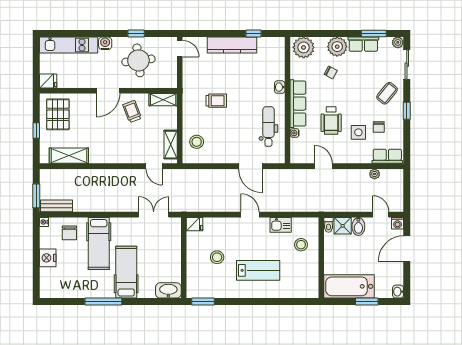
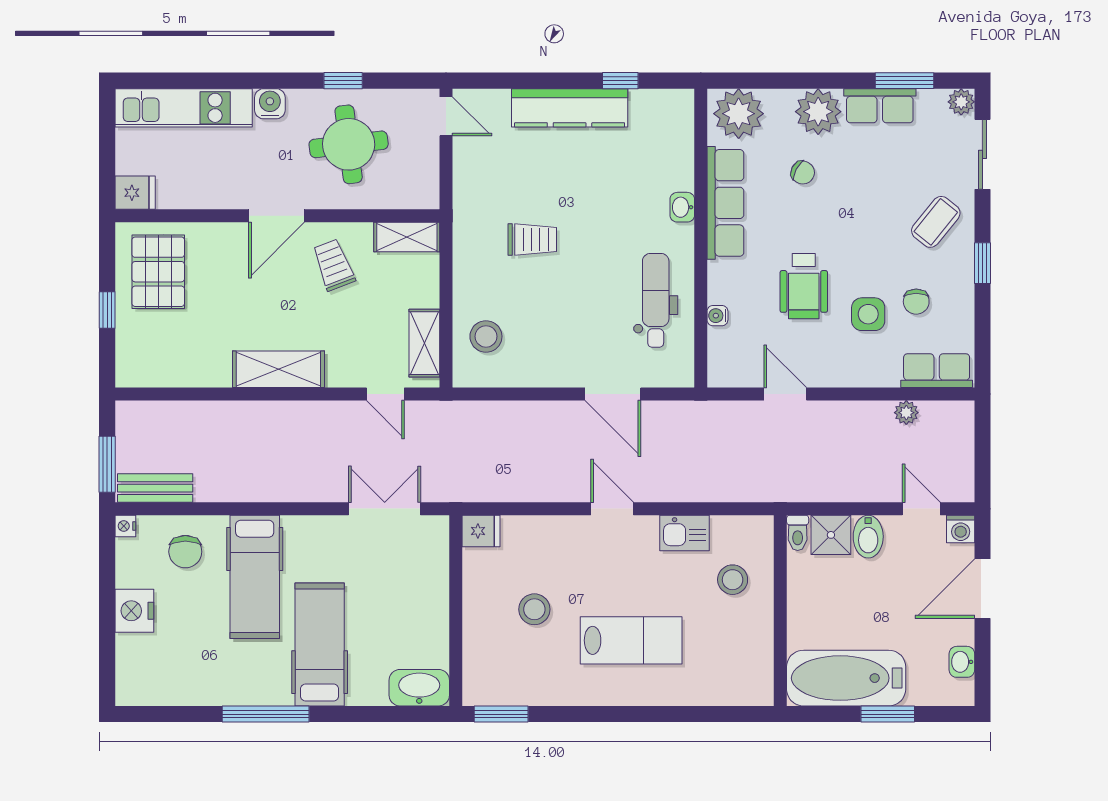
row of seats: (298, 104) -> (725, 203), moved
shelving: (69, 156) -> (278, 369), moved
washbasin: (398, 292) -> (962, 662), moved

